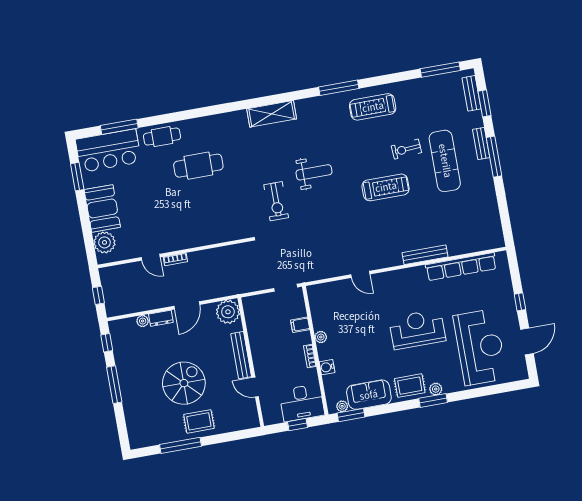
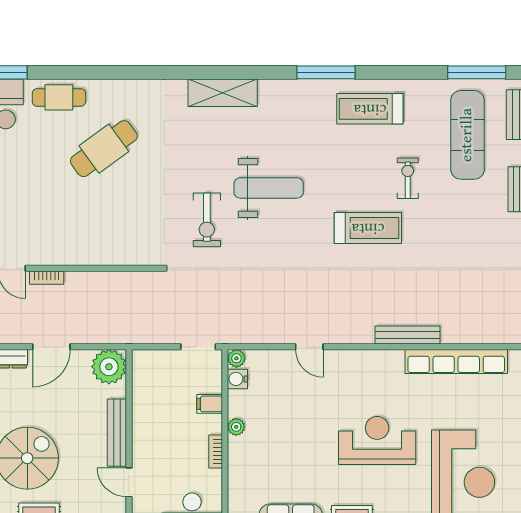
exercise bike: (406, 149) -> (408, 178), turned 94
exercise mat: (445, 161) -> (467, 135), moved
cafe table: (198, 166) -> (104, 149), turned -36
weight bench: (314, 172) -> (269, 188), width x1.36, depth x1.33
plant: (313, 291) -> (236, 358), added
water cooler: (327, 367) -> (237, 379), moved

